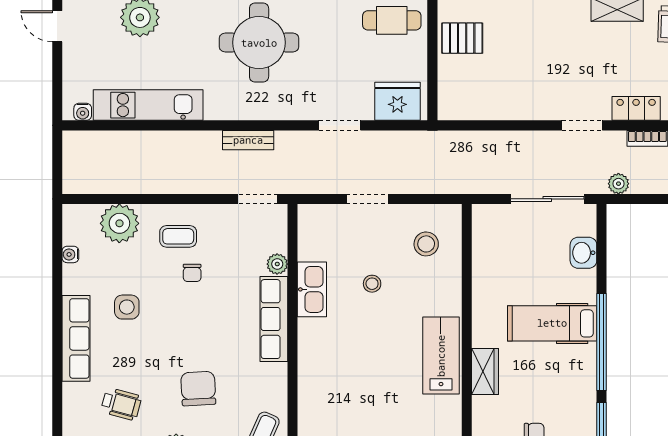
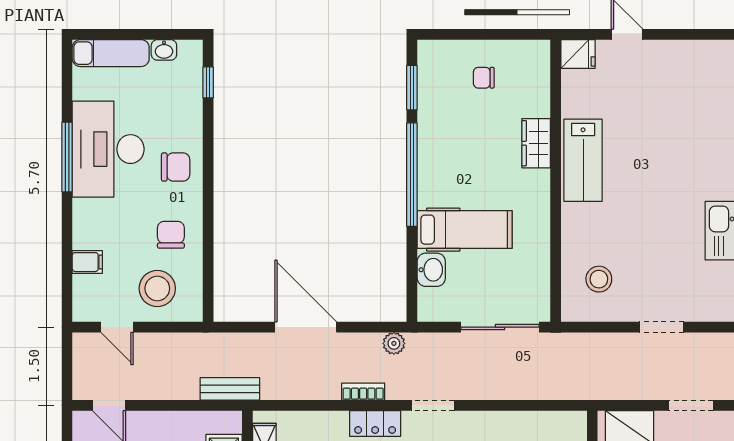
sliding door: (547, 199) -> (500, 327), moved
stool: (372, 284) -> (656, 237), removed
hospital bed: (552, 323) -> (465, 230), moved

